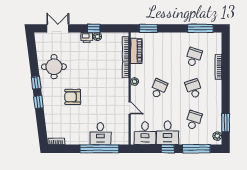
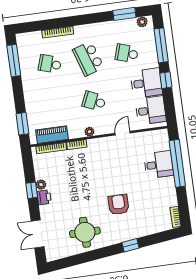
window: (36, 83) -> (107, 251), removed
school desk: (194, 89) -> (88, 59), width x1.85
armchair: (73, 97) -> (119, 205), turned 180

